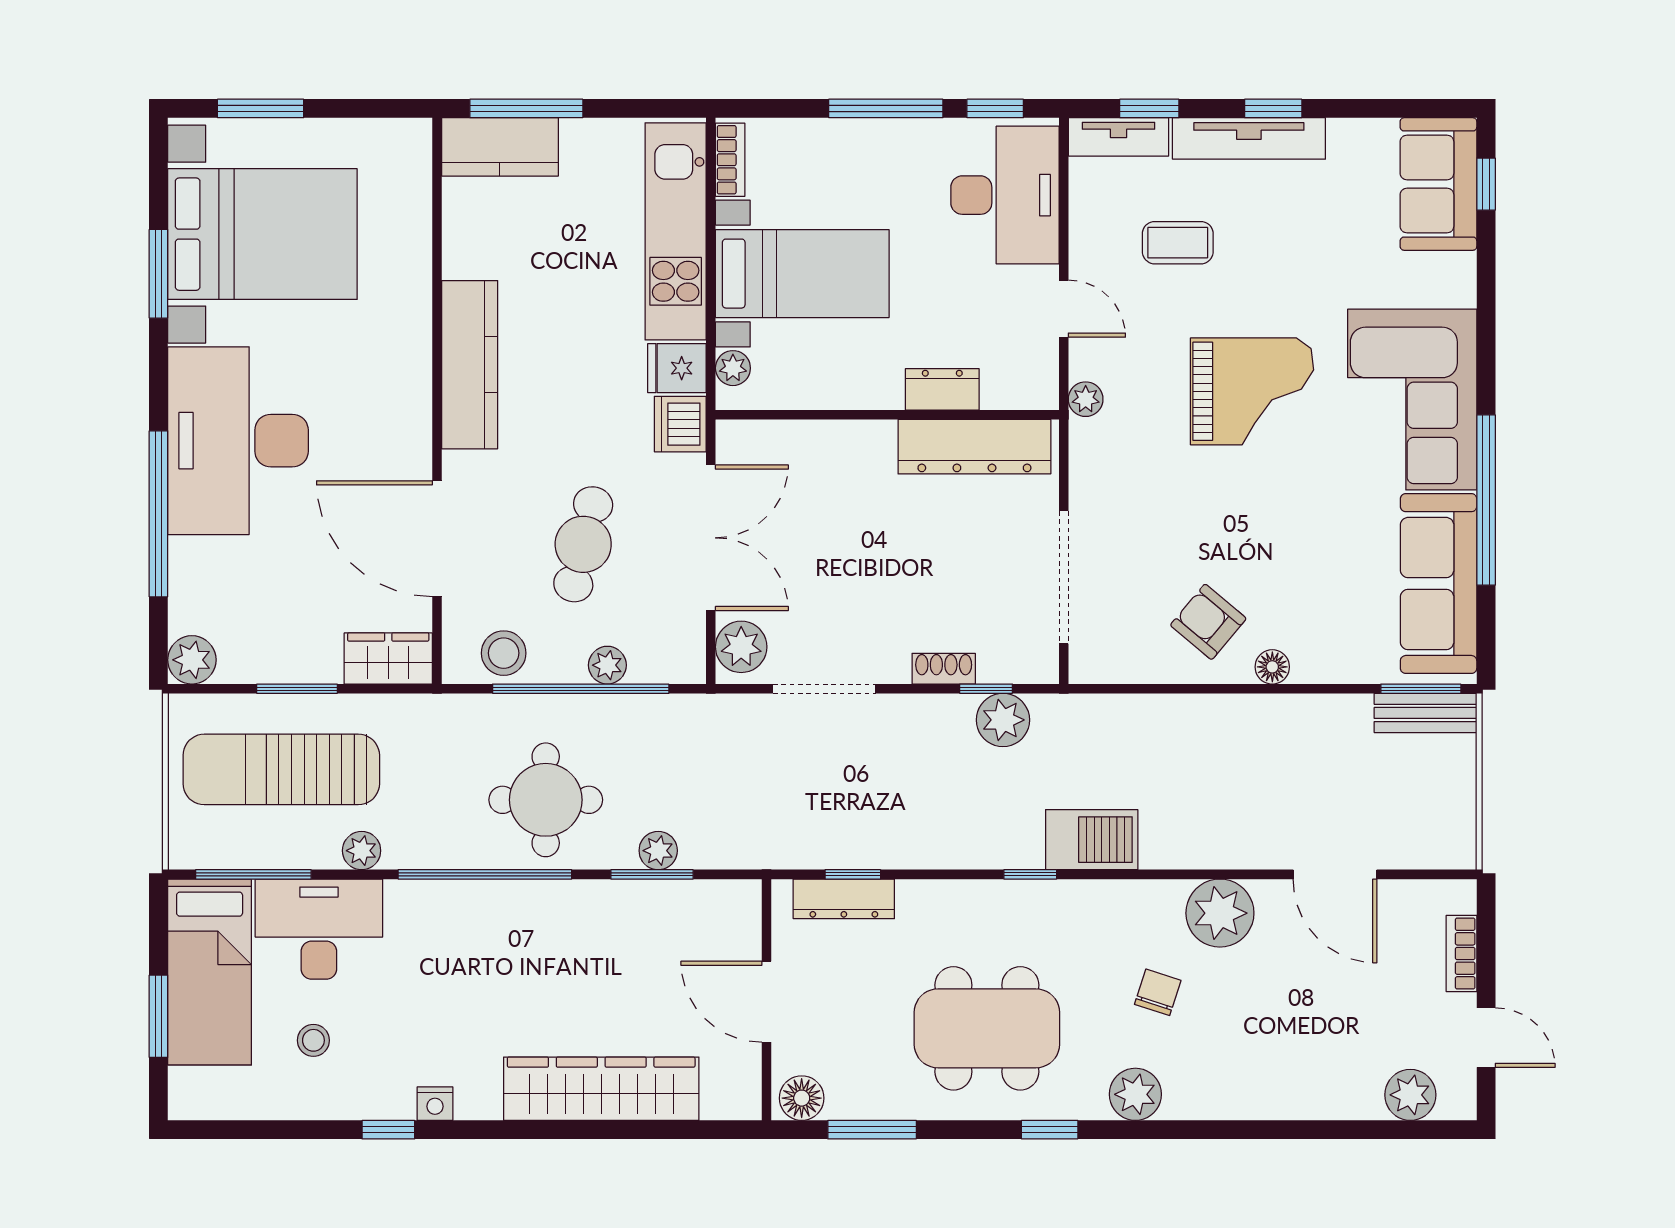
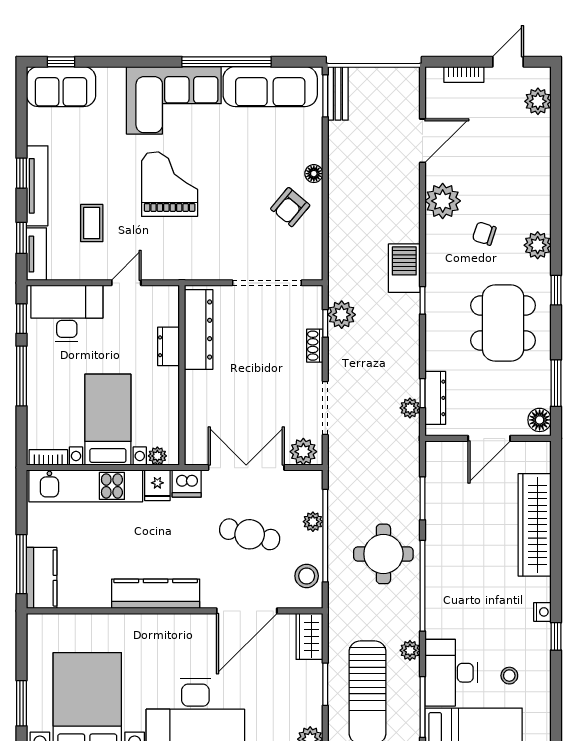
plant: (1086, 399) -> (174, 271), removed
plant: (658, 851) -> (410, 408), moved

